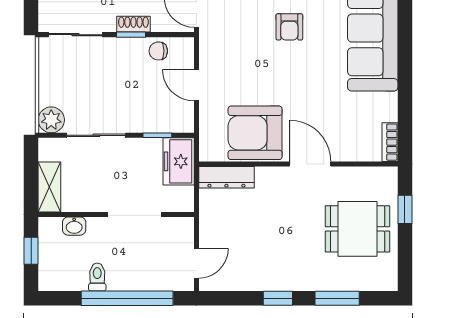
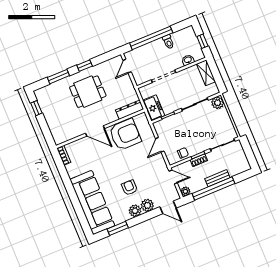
door: (196, 85) -> (160, 145), swing flipped
window: (405, 209) -> (36, 108), moved
dining table: (358, 229) -> (88, 92), moved

